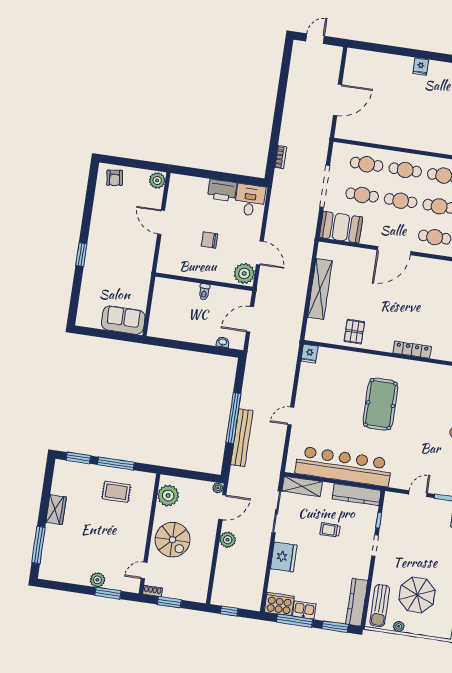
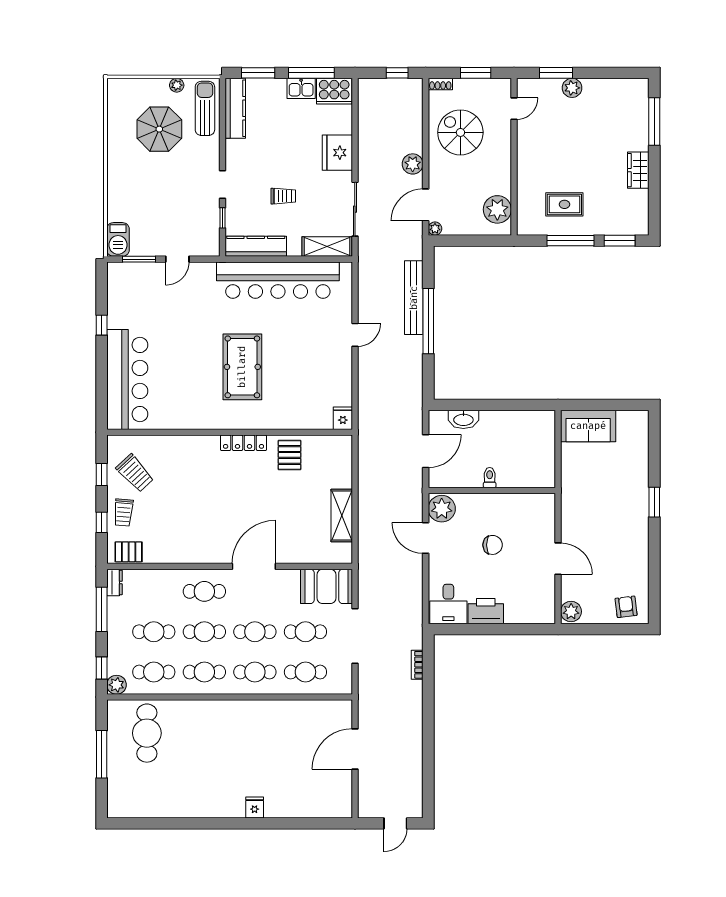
shelving: (320, 289) -> (342, 515), width x0.68
washbasin: (223, 342) -> (463, 419), width x1.91, depth x1.45
locker: (412, 350) -> (244, 443), moved
spiral stairs: (172, 540) -> (460, 132), moved
shoe rack: (153, 591) -> (440, 84), moved

